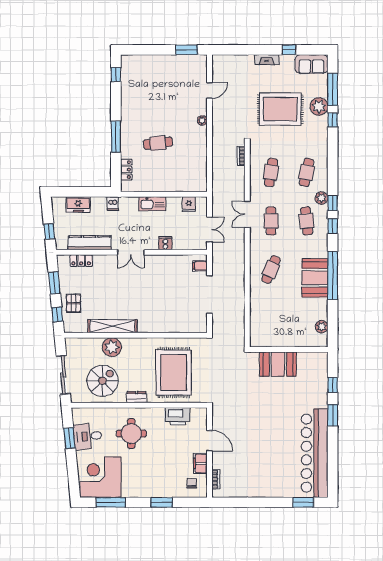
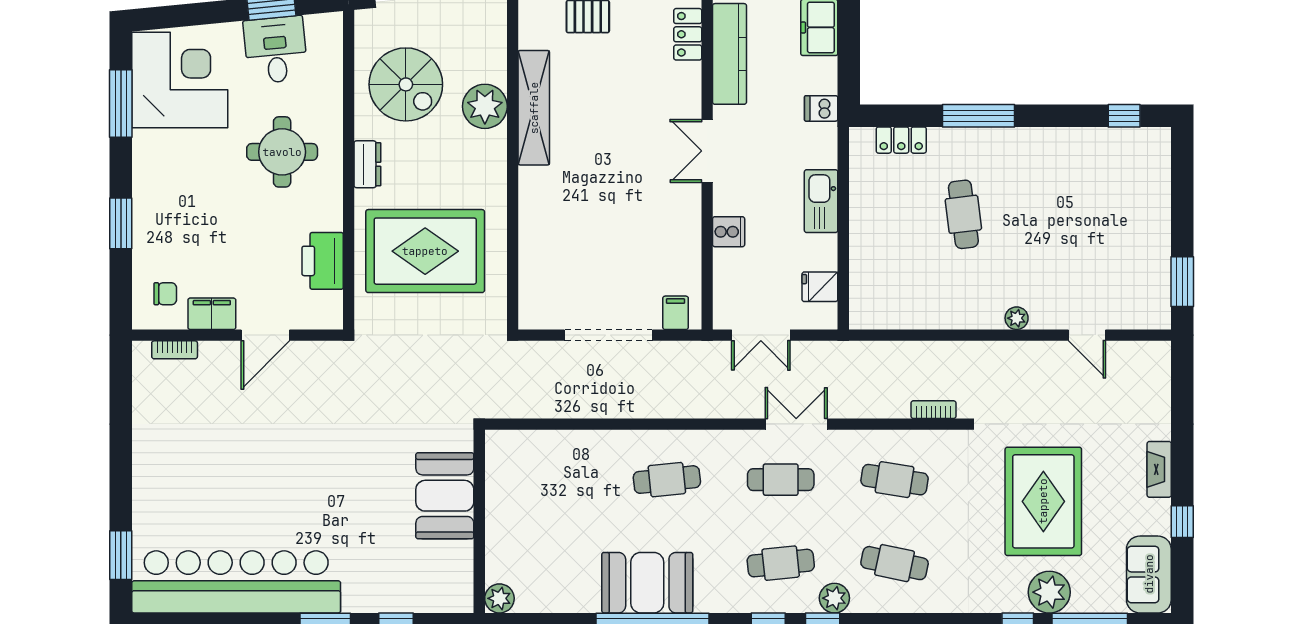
cafe table: (271, 269) -> (667, 480), turned -30
plant: (322, 327) -> (499, 598), moved

